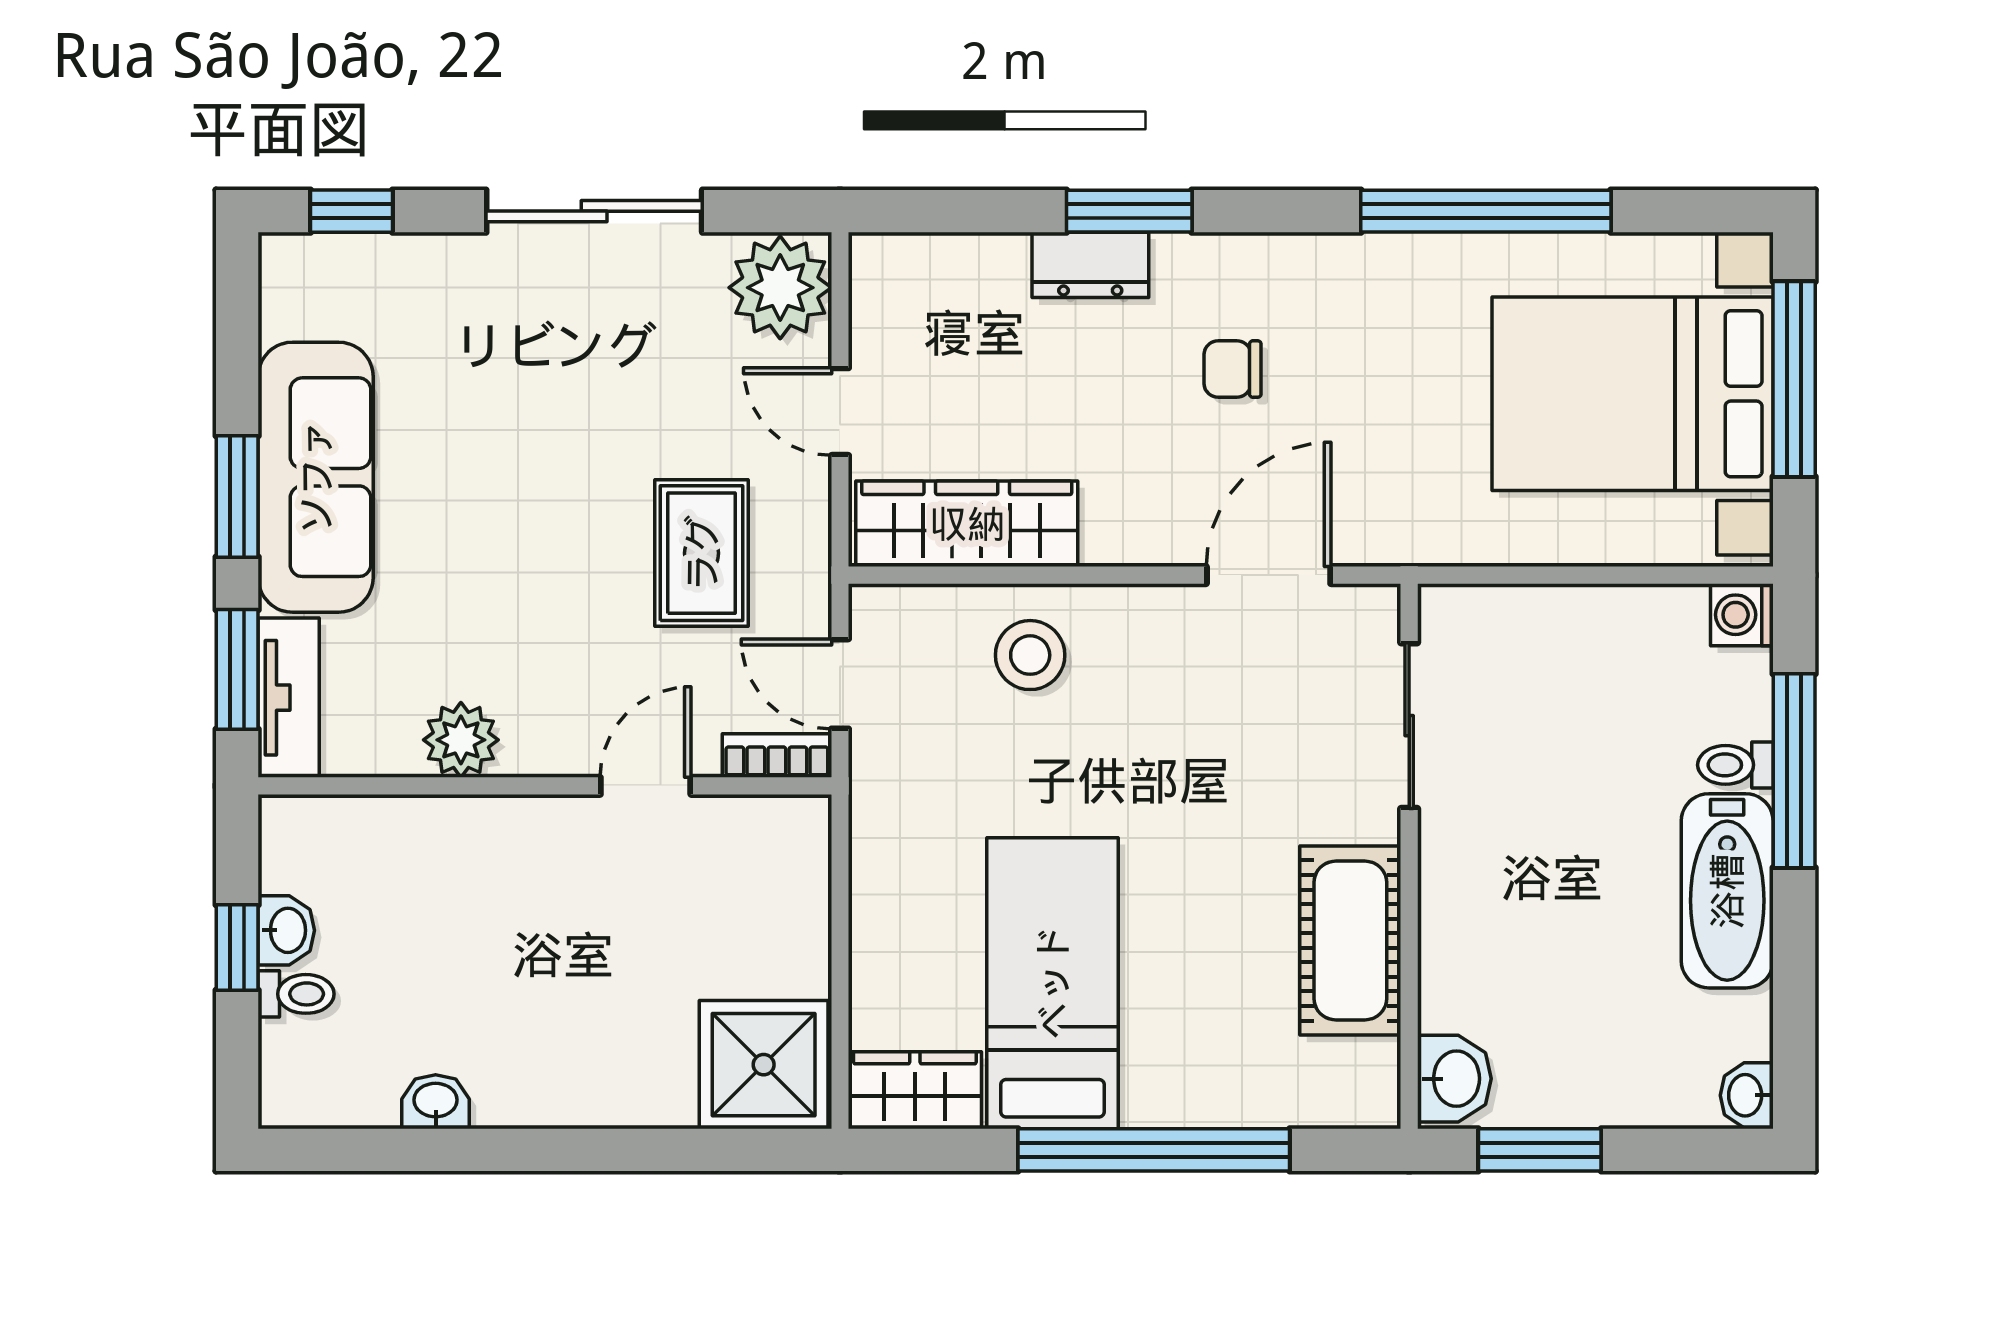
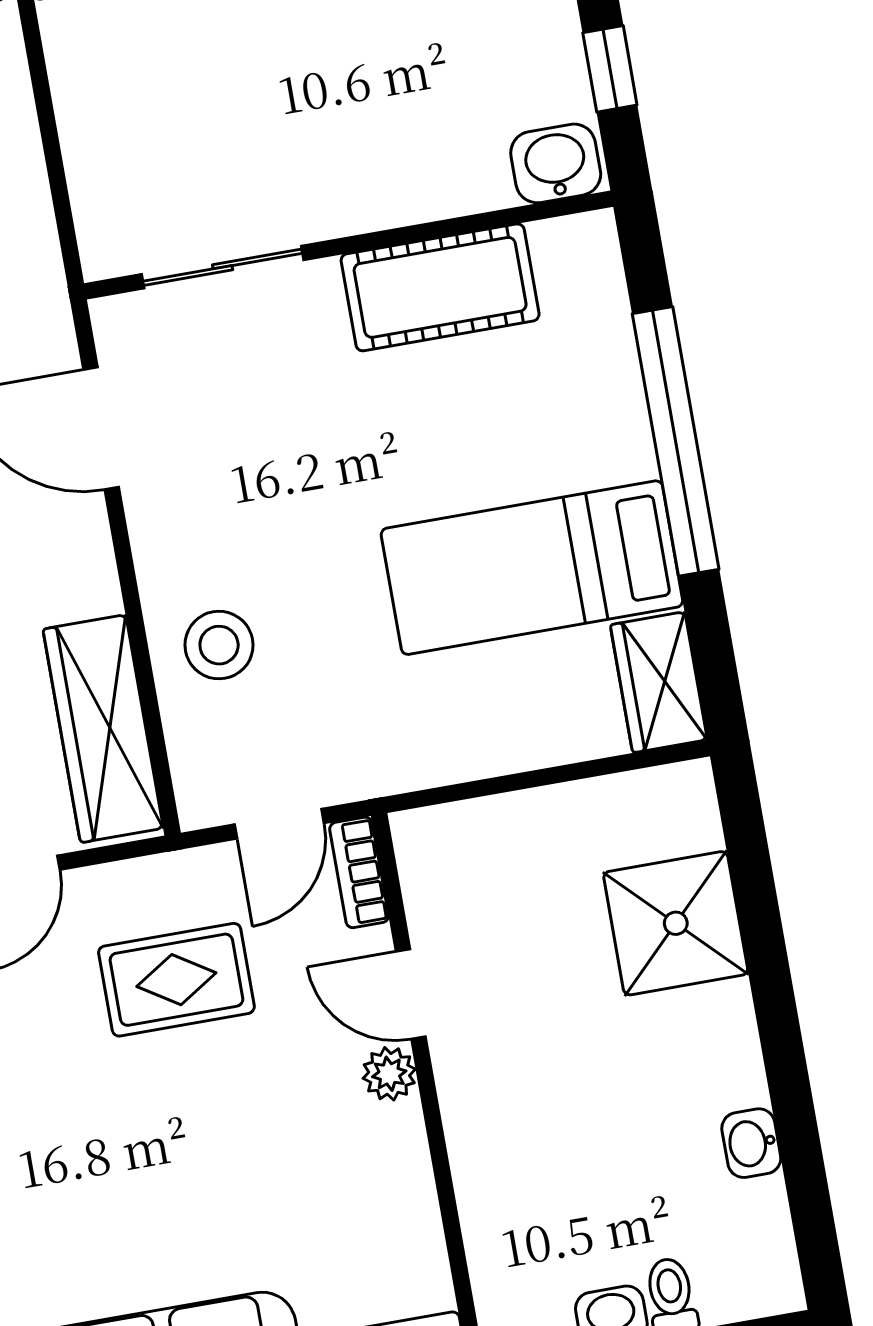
plant: (461, 740) -> (389, 1074), moved, width x0.73, depth x0.73
shower: (764, 1065) -> (676, 923), moved
window: (1540, 1150) -> (610, 69), width x0.67

